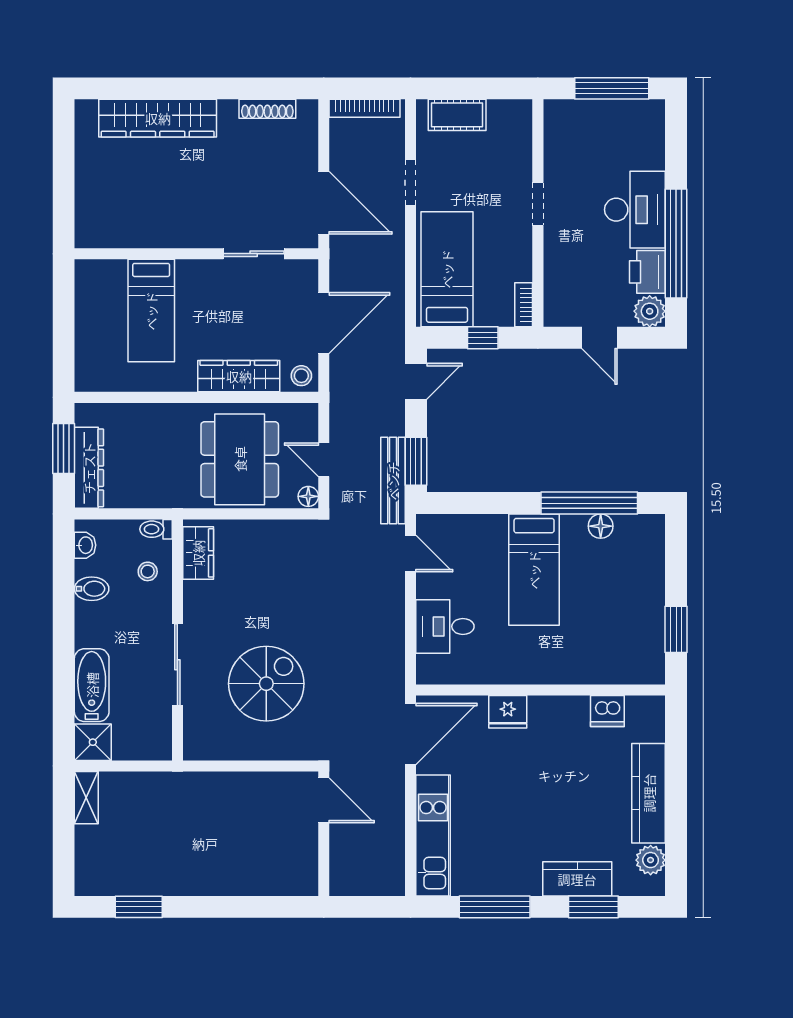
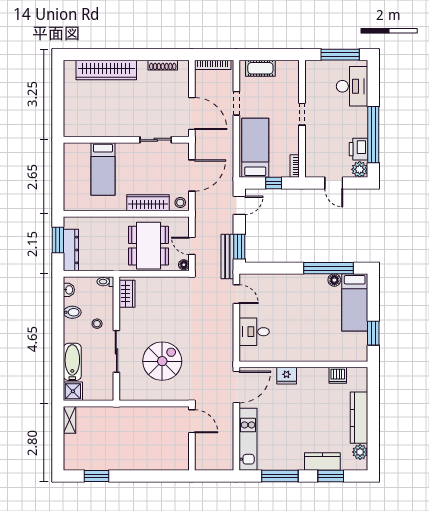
desk: (635, 210) -> (352, 86), moved
bed: (534, 570) -> (355, 302), moved
stool: (148, 571) -> (97, 324), moved

